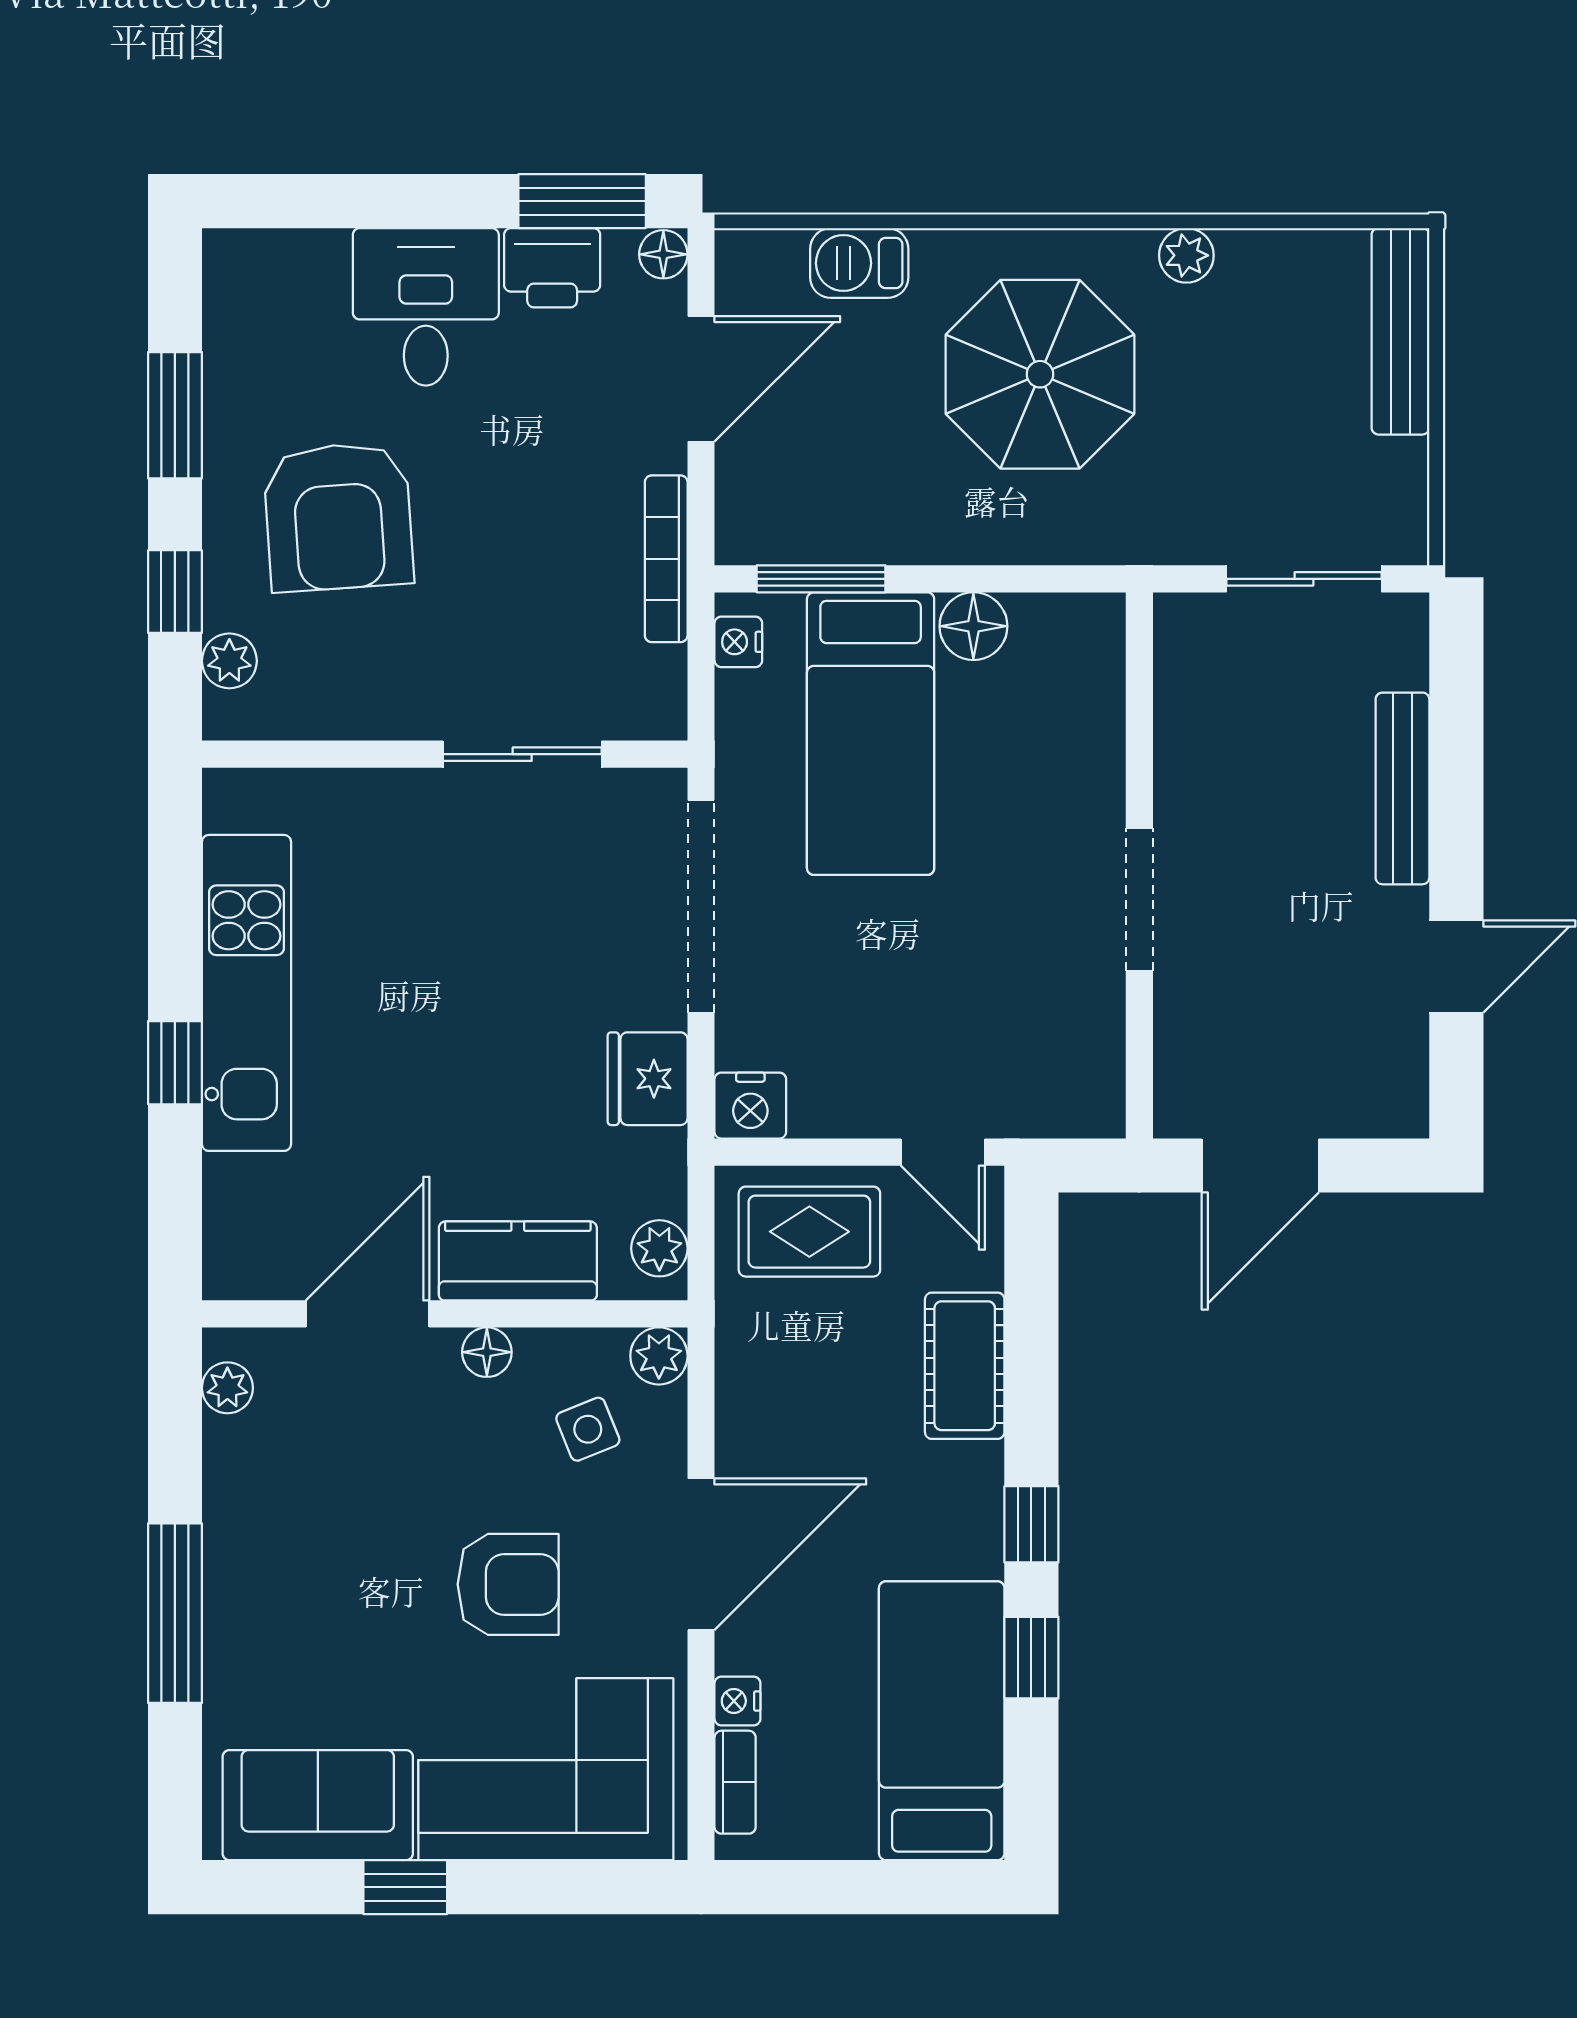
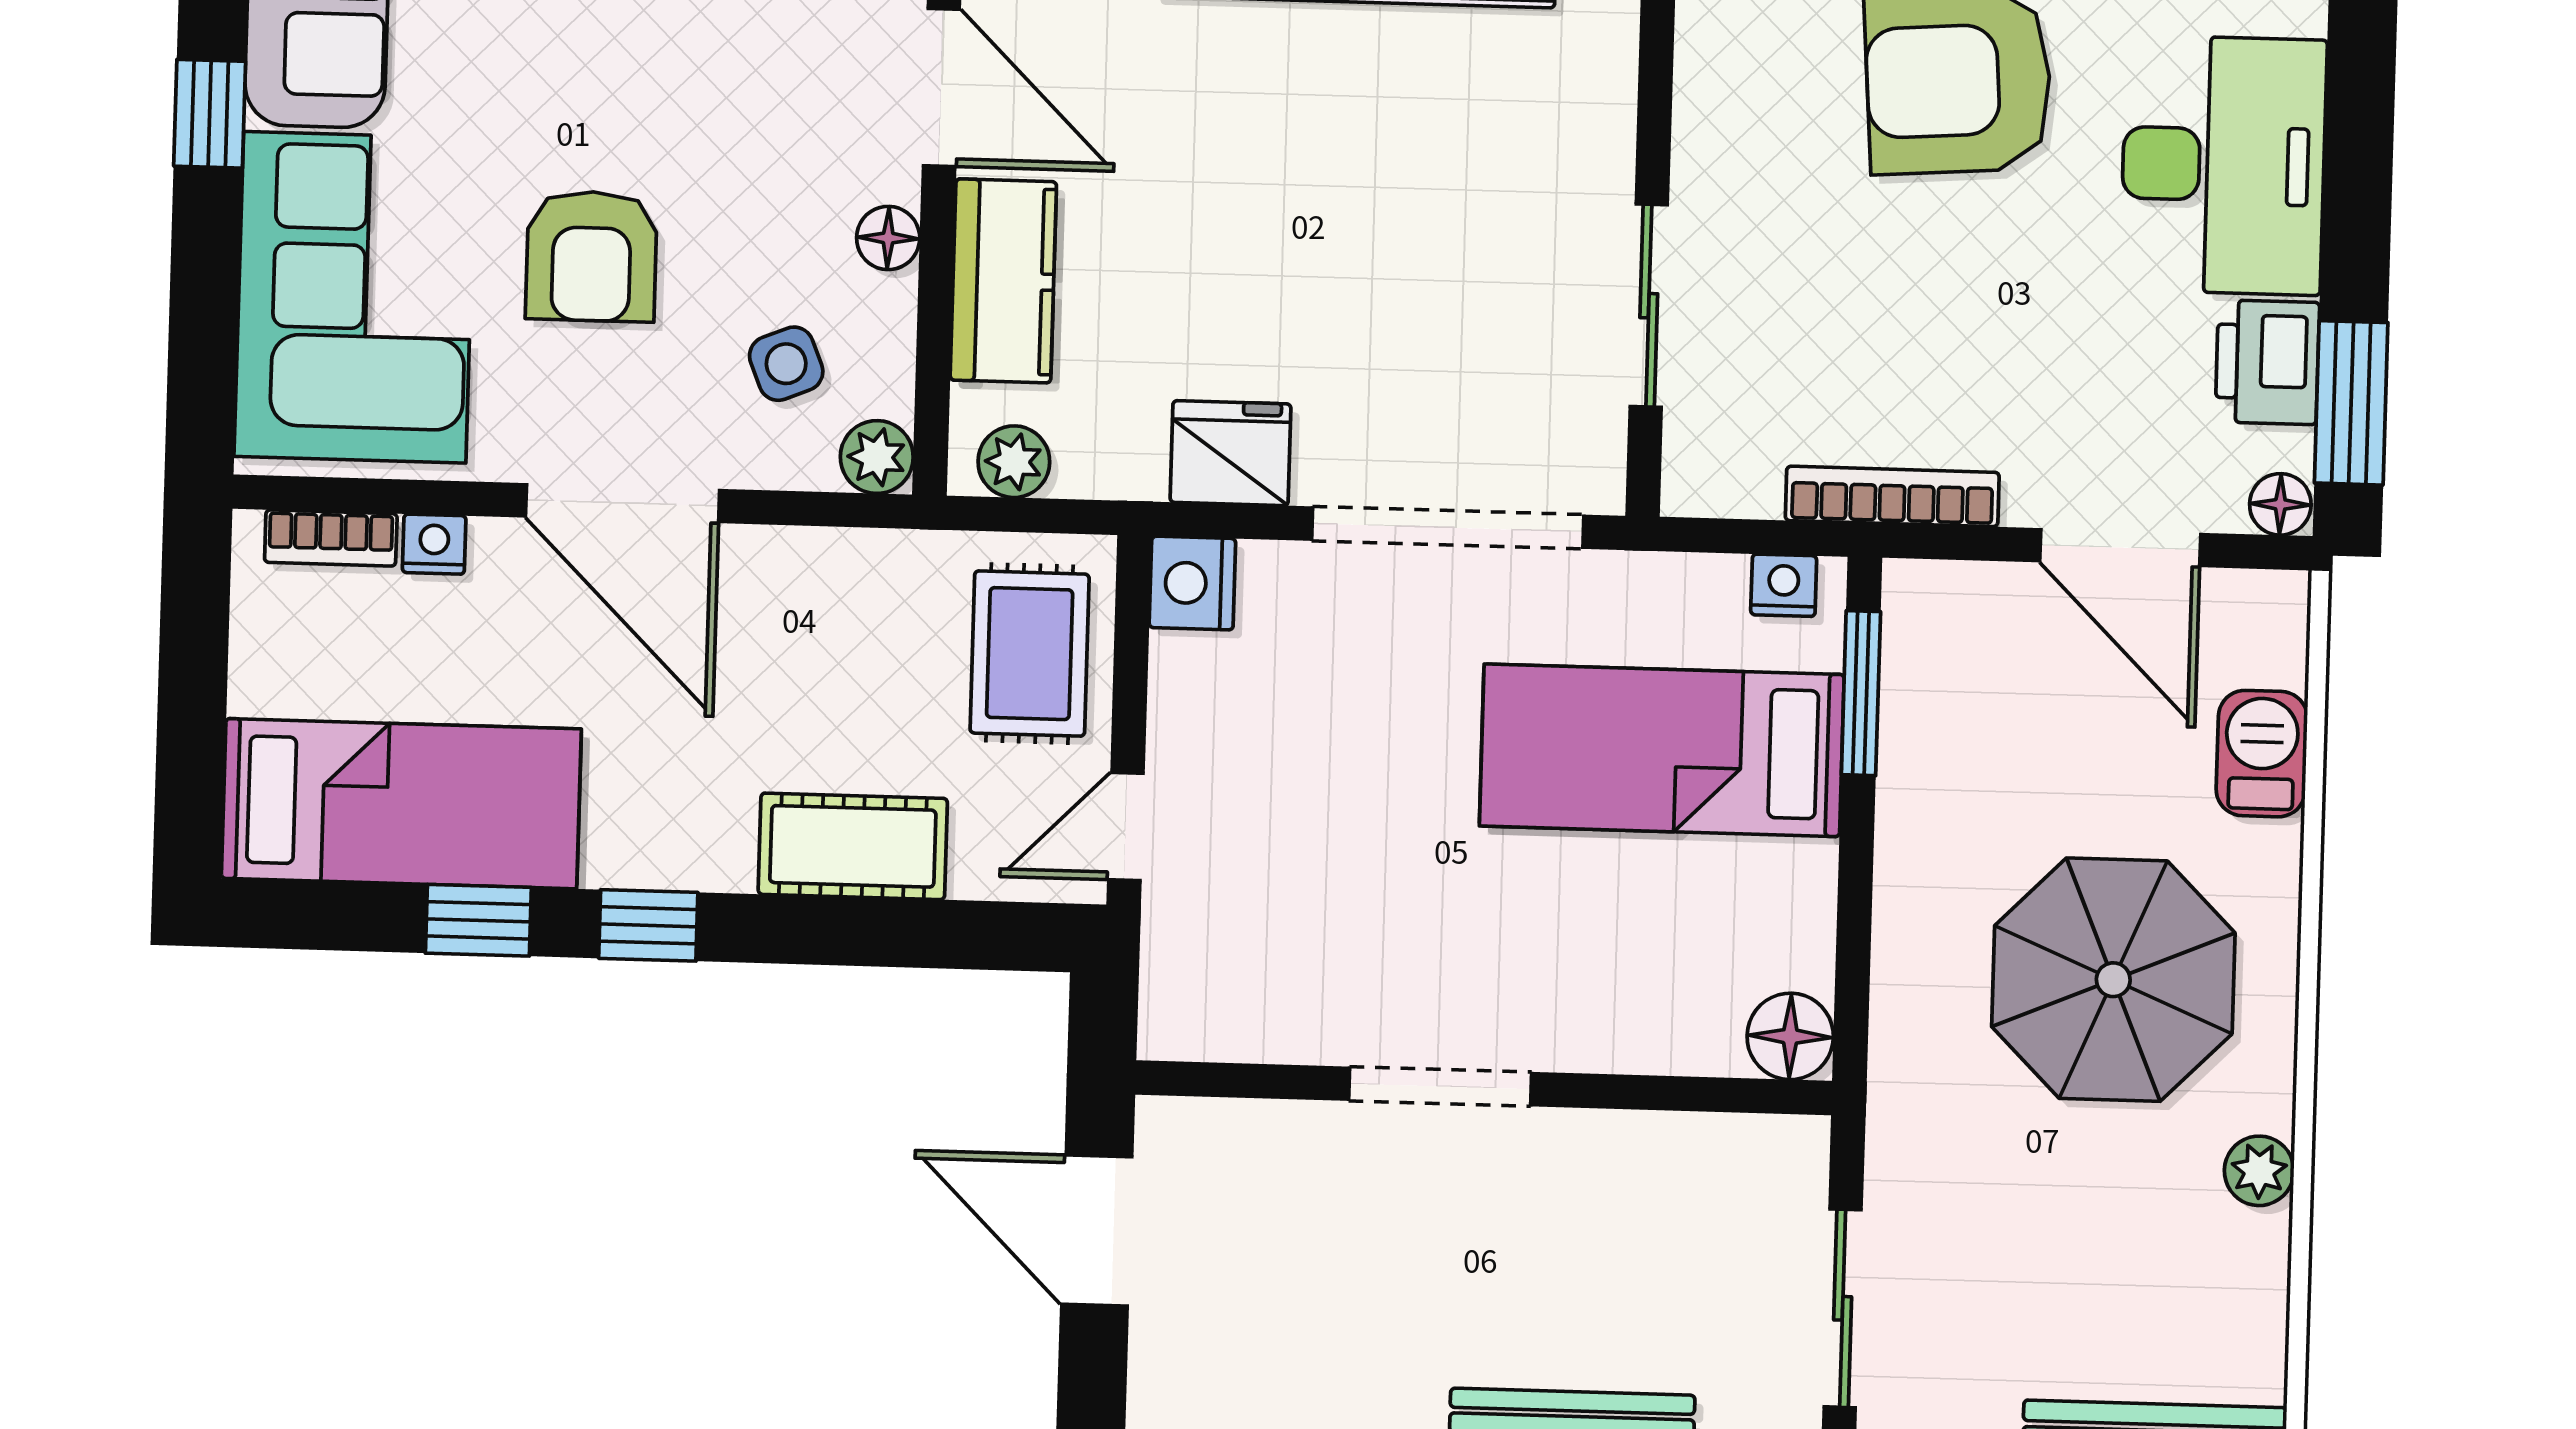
desk: (426, 307) -> (2223, 165), width x1.37
floor lamp: (973, 626) -> (1790, 1036), moved

